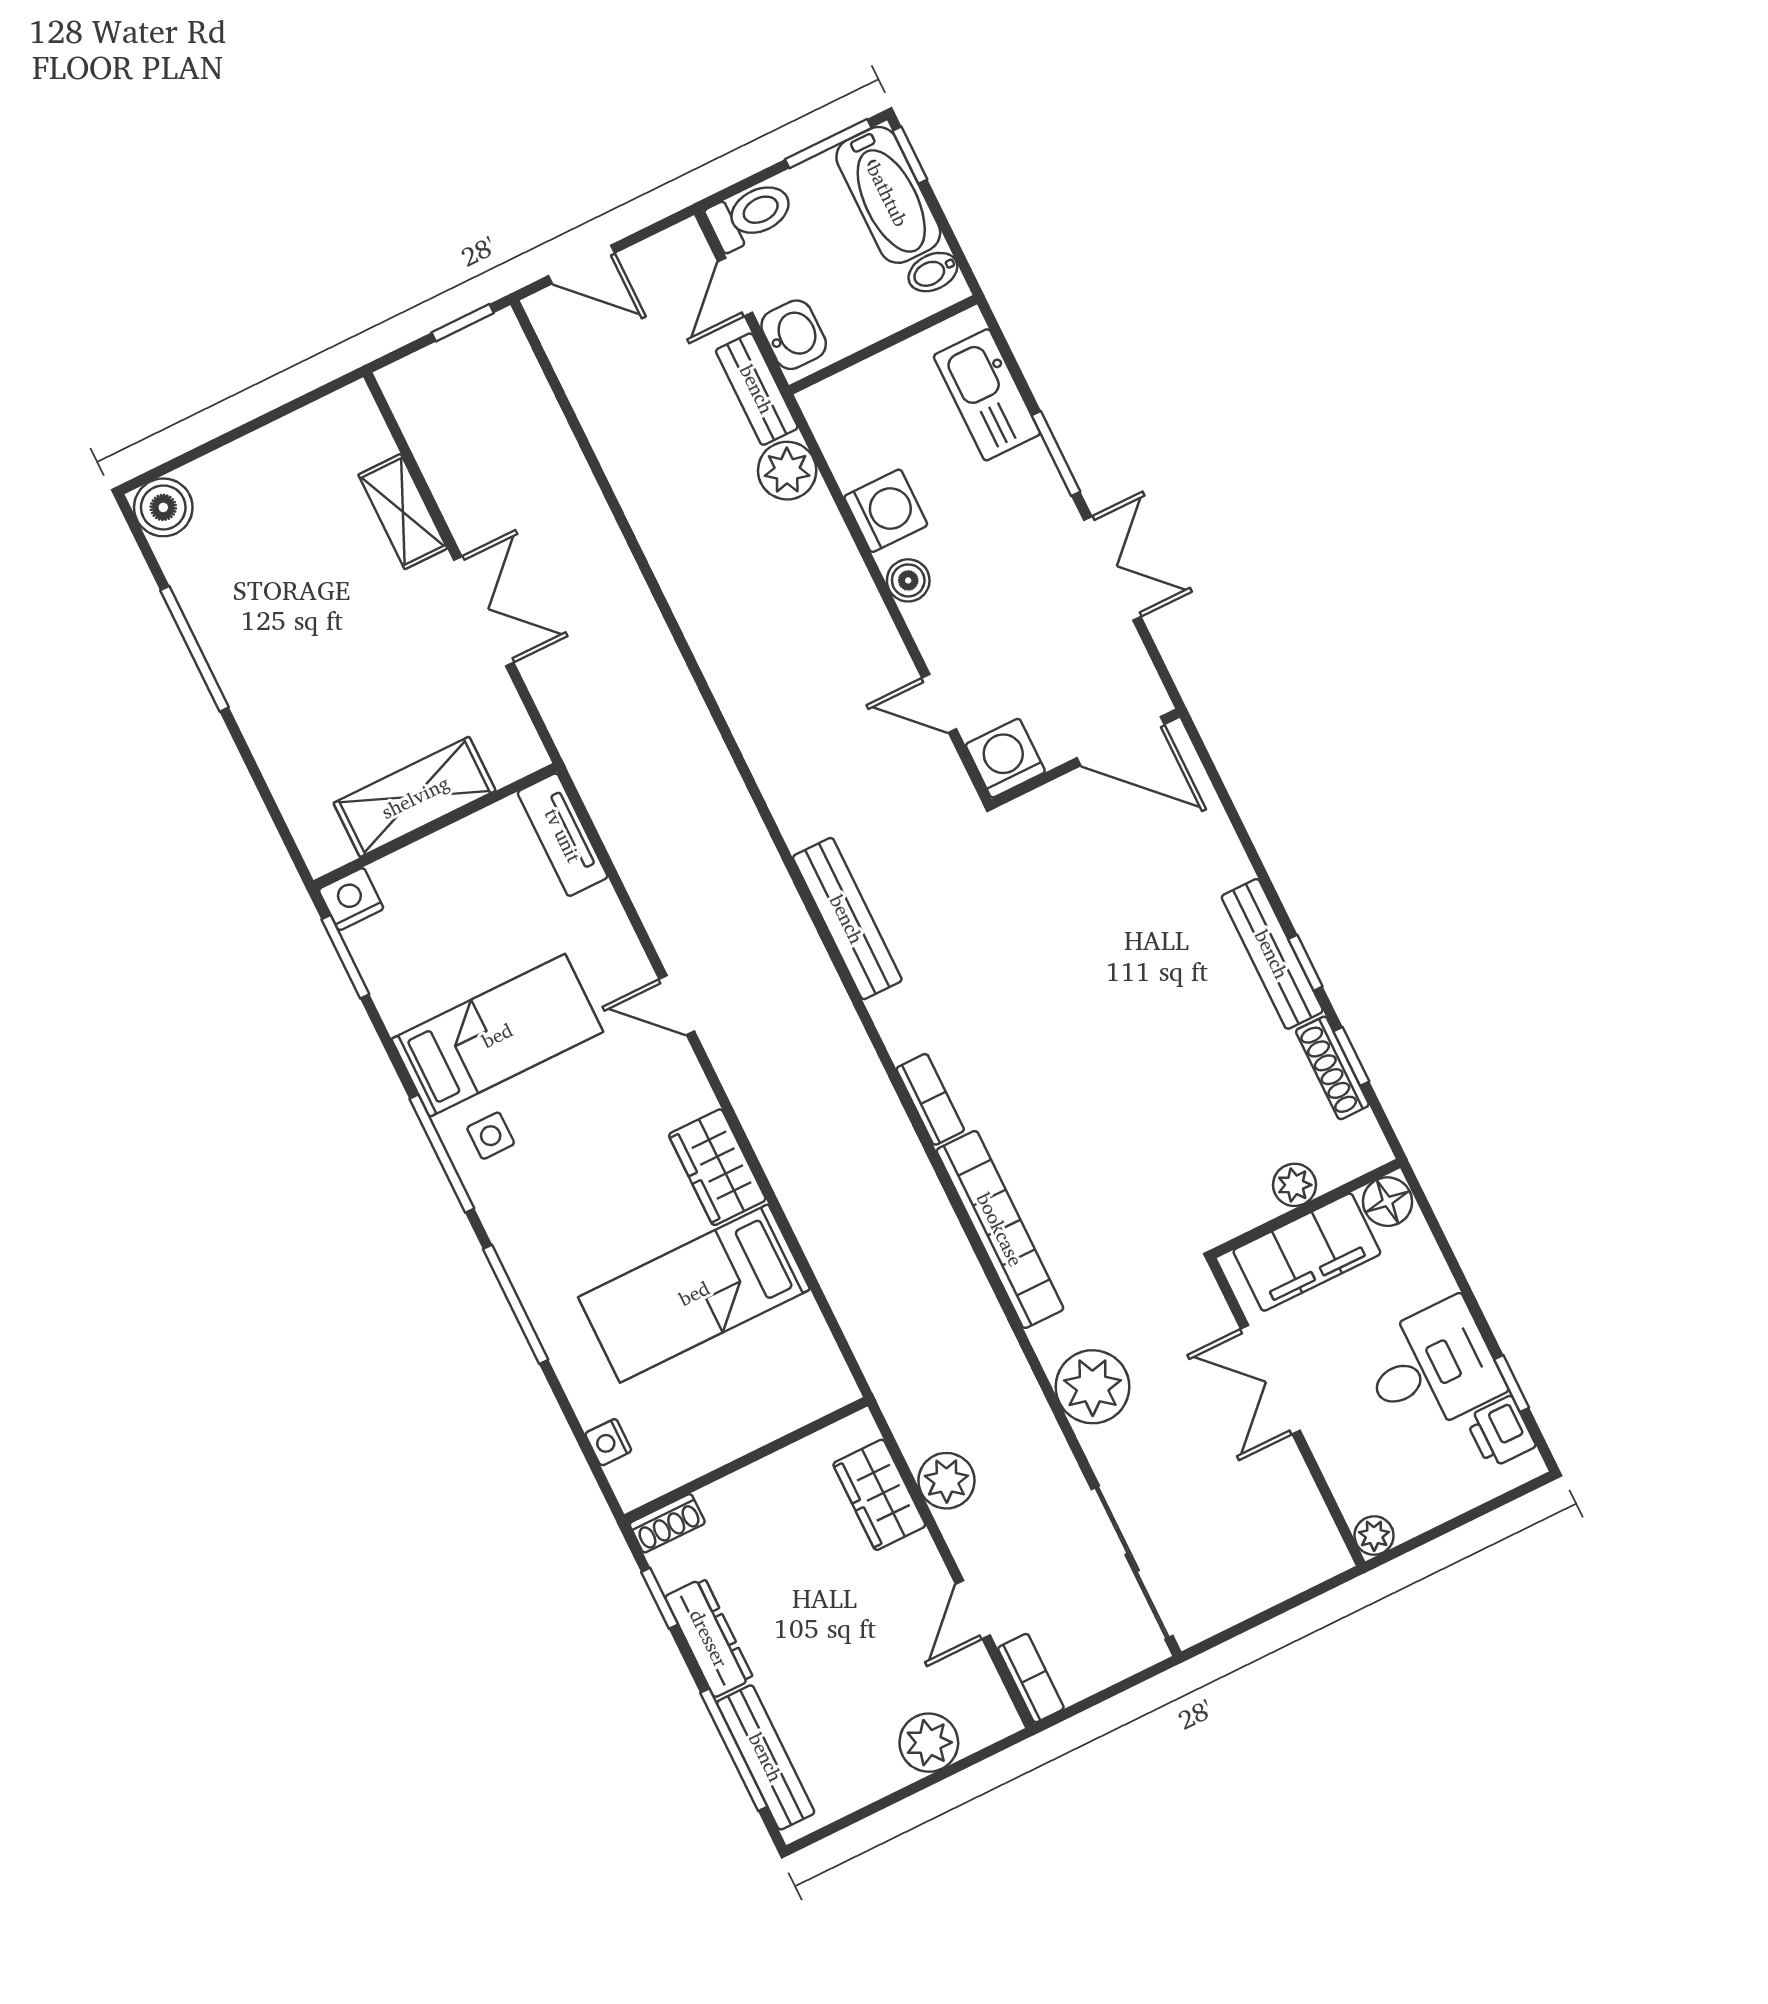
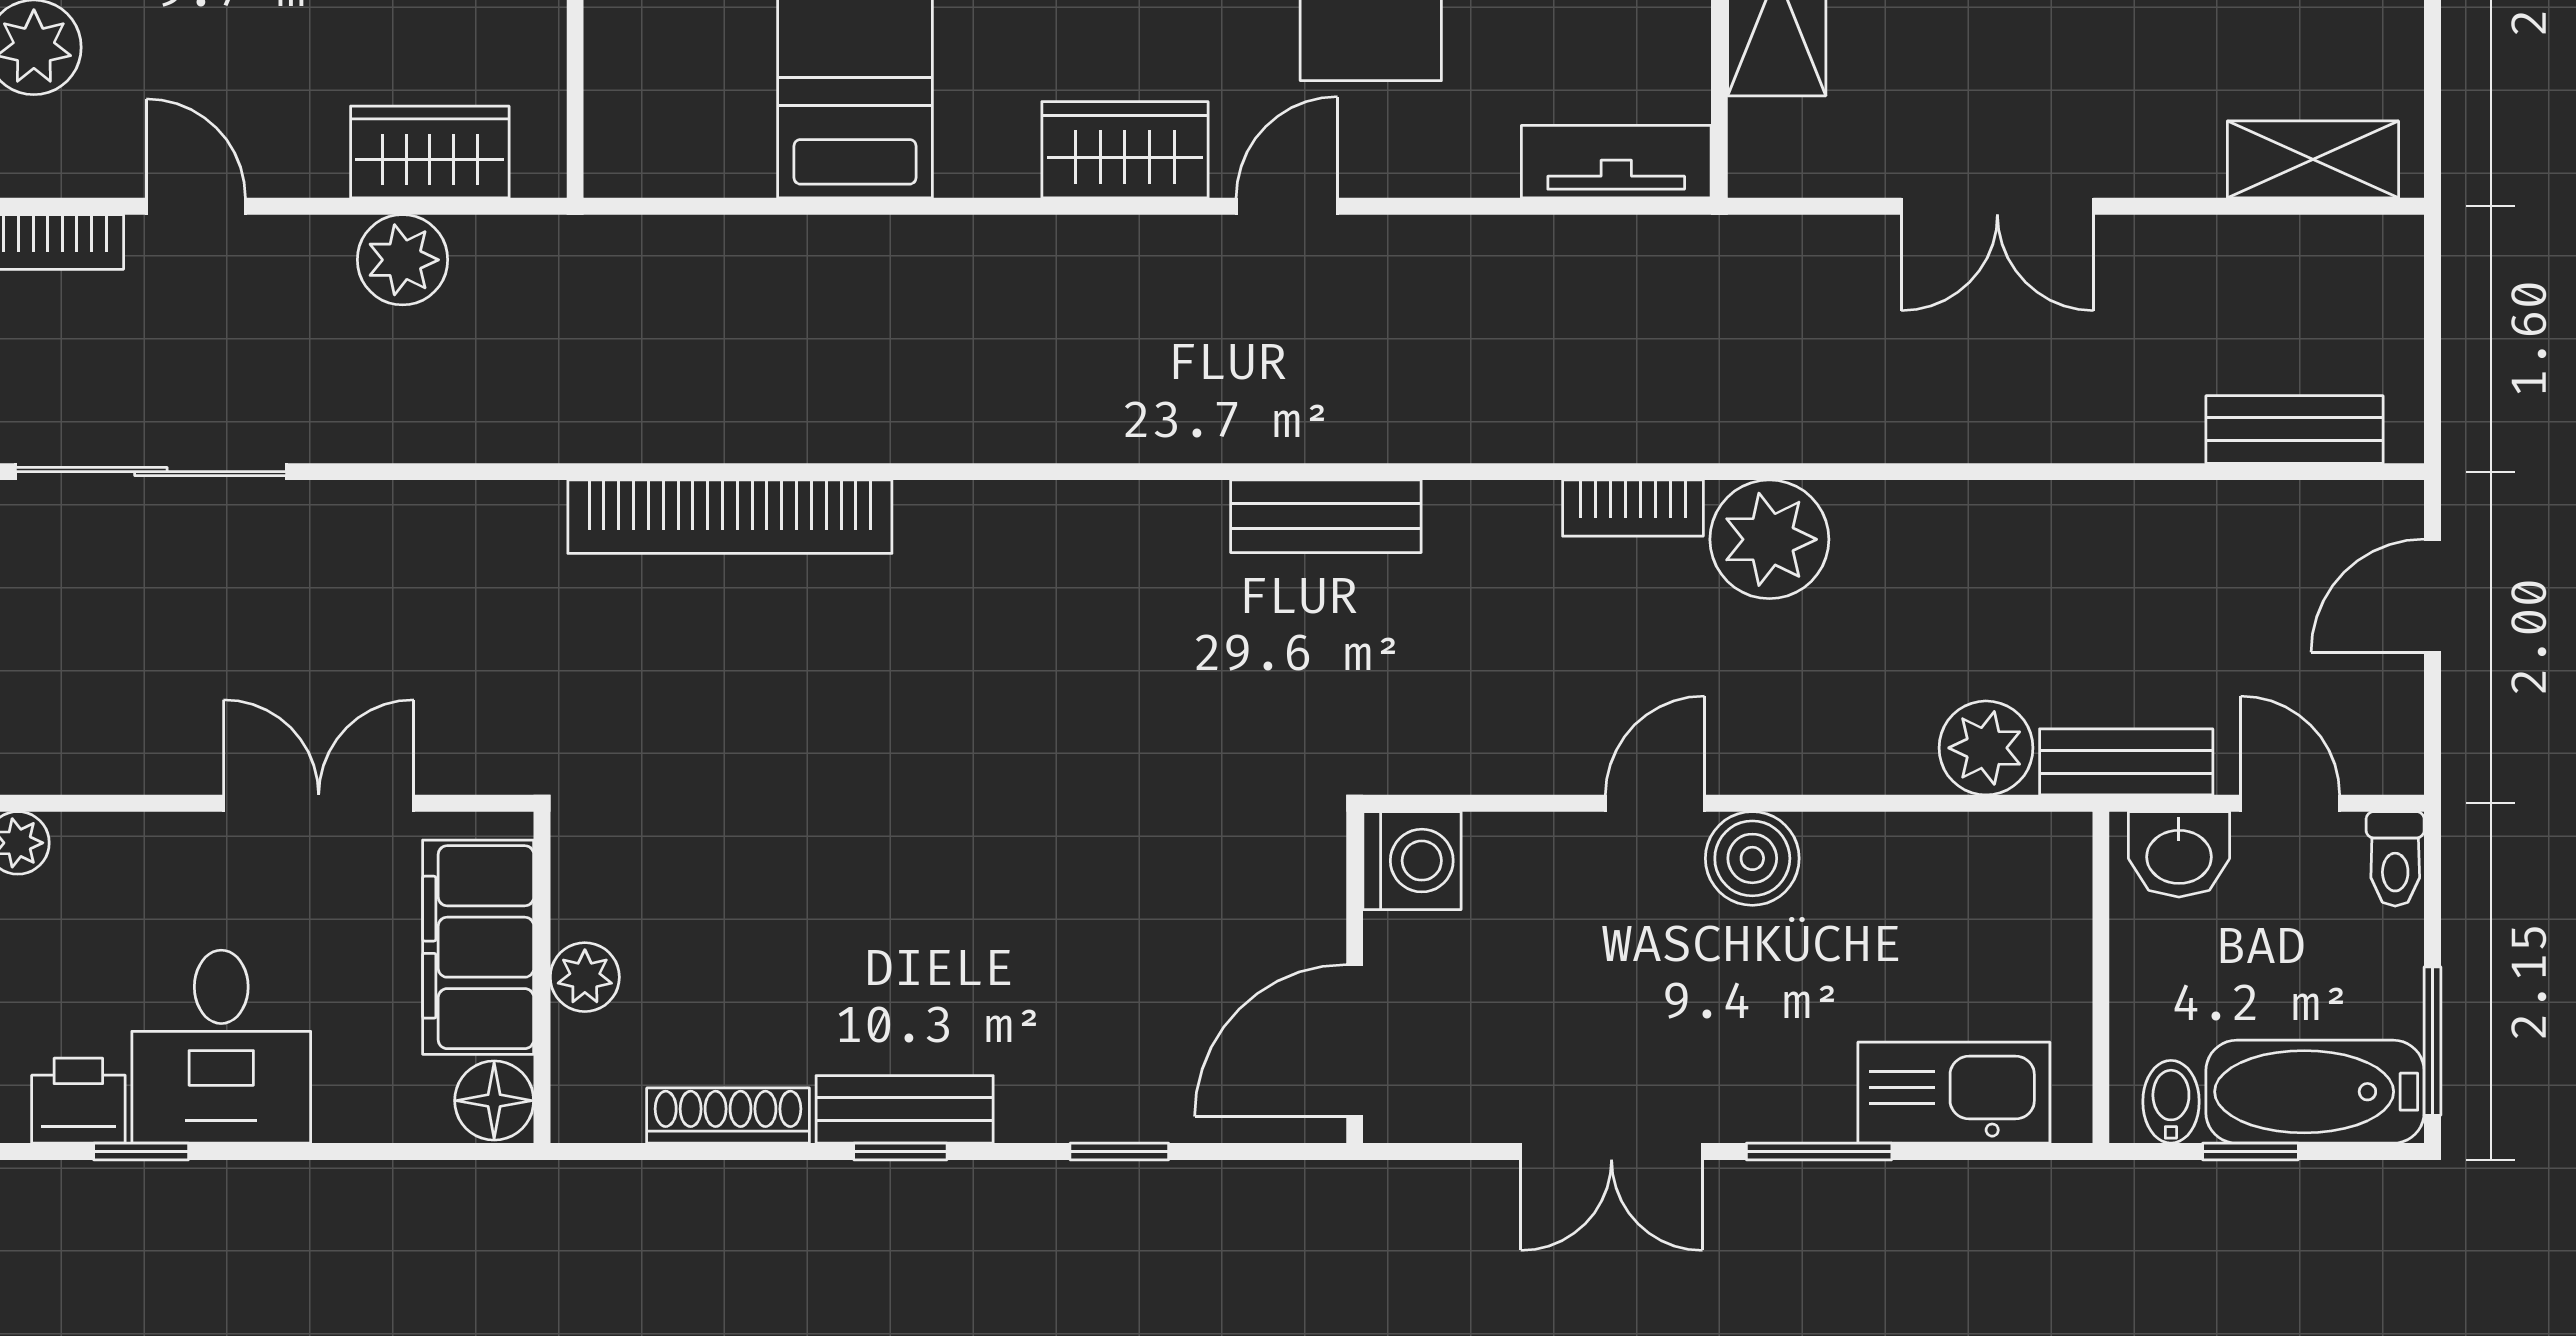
window: (910, 155) -> (2250, 1151), moved
toilet: (750, 215) -> (2395, 859), width x0.73, depth x0.72
window: (463, 323) -> (2433, 381), removed
bench: (527, 386) -> (2294, 429), added
washing machine: (886, 511) -> (1857, 863), removed
shelving: (403, 512) -> (2313, 159), moved
boiler: (908, 580) -> (1752, 858), width x1.36, depth x1.36
door: (939, 703) -> (1655, 803), moved
bench: (847, 919) -> (1326, 516), width x0.73
bench: (1272, 954) -> (905, 1109), width x0.73
window: (1351, 1056) -> (1119, 1151), moved
bookcase: (930, 1099) -> (1633, 508), moved
wardrobe: (717, 1167) -> (1125, 150), moved
plant: (1093, 1387) -> (1769, 539), moved

